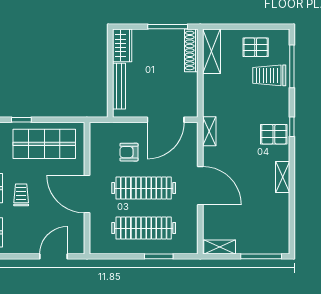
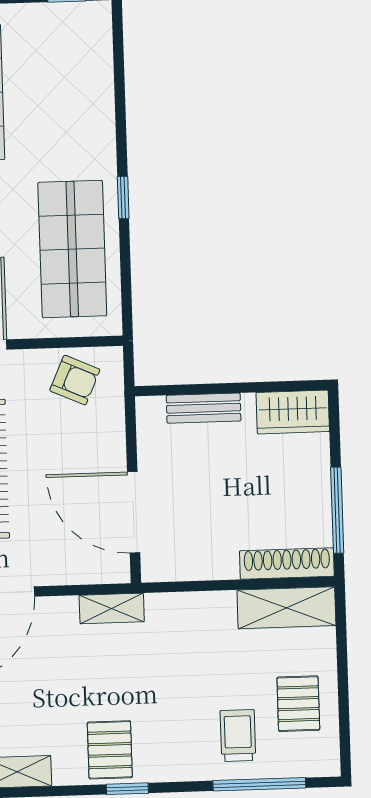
trolley: (269, 75) -> (238, 735), width x0.73, depth x0.72
bench: (119, 86) -> (204, 408), width x0.73
armchair: (129, 152) -> (75, 380), moved, turned 114

